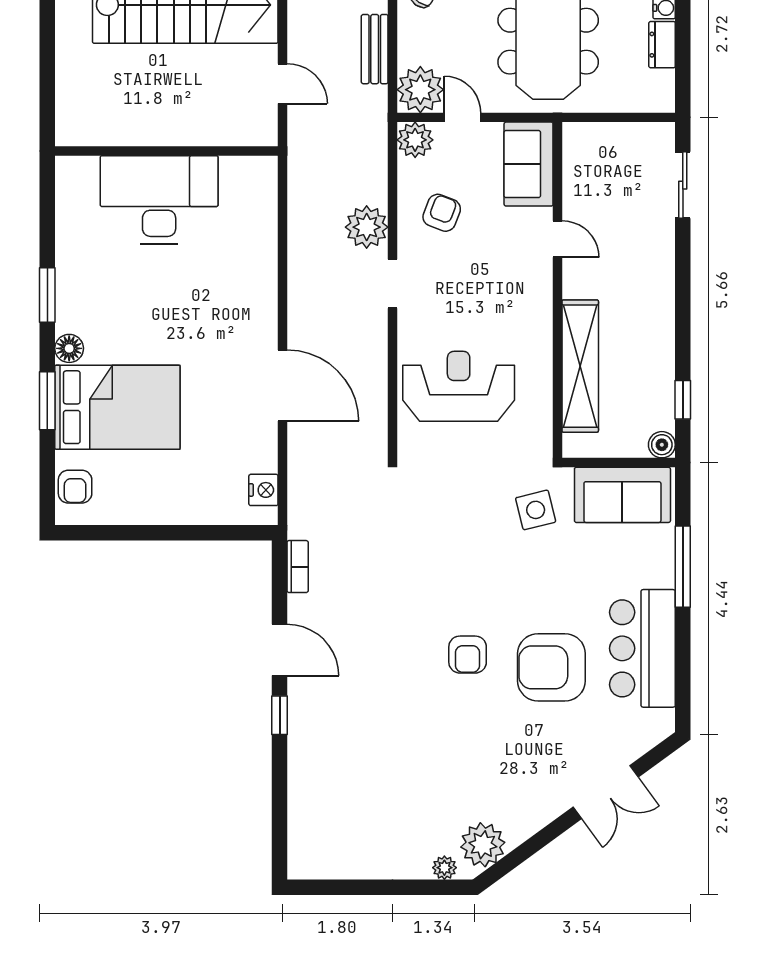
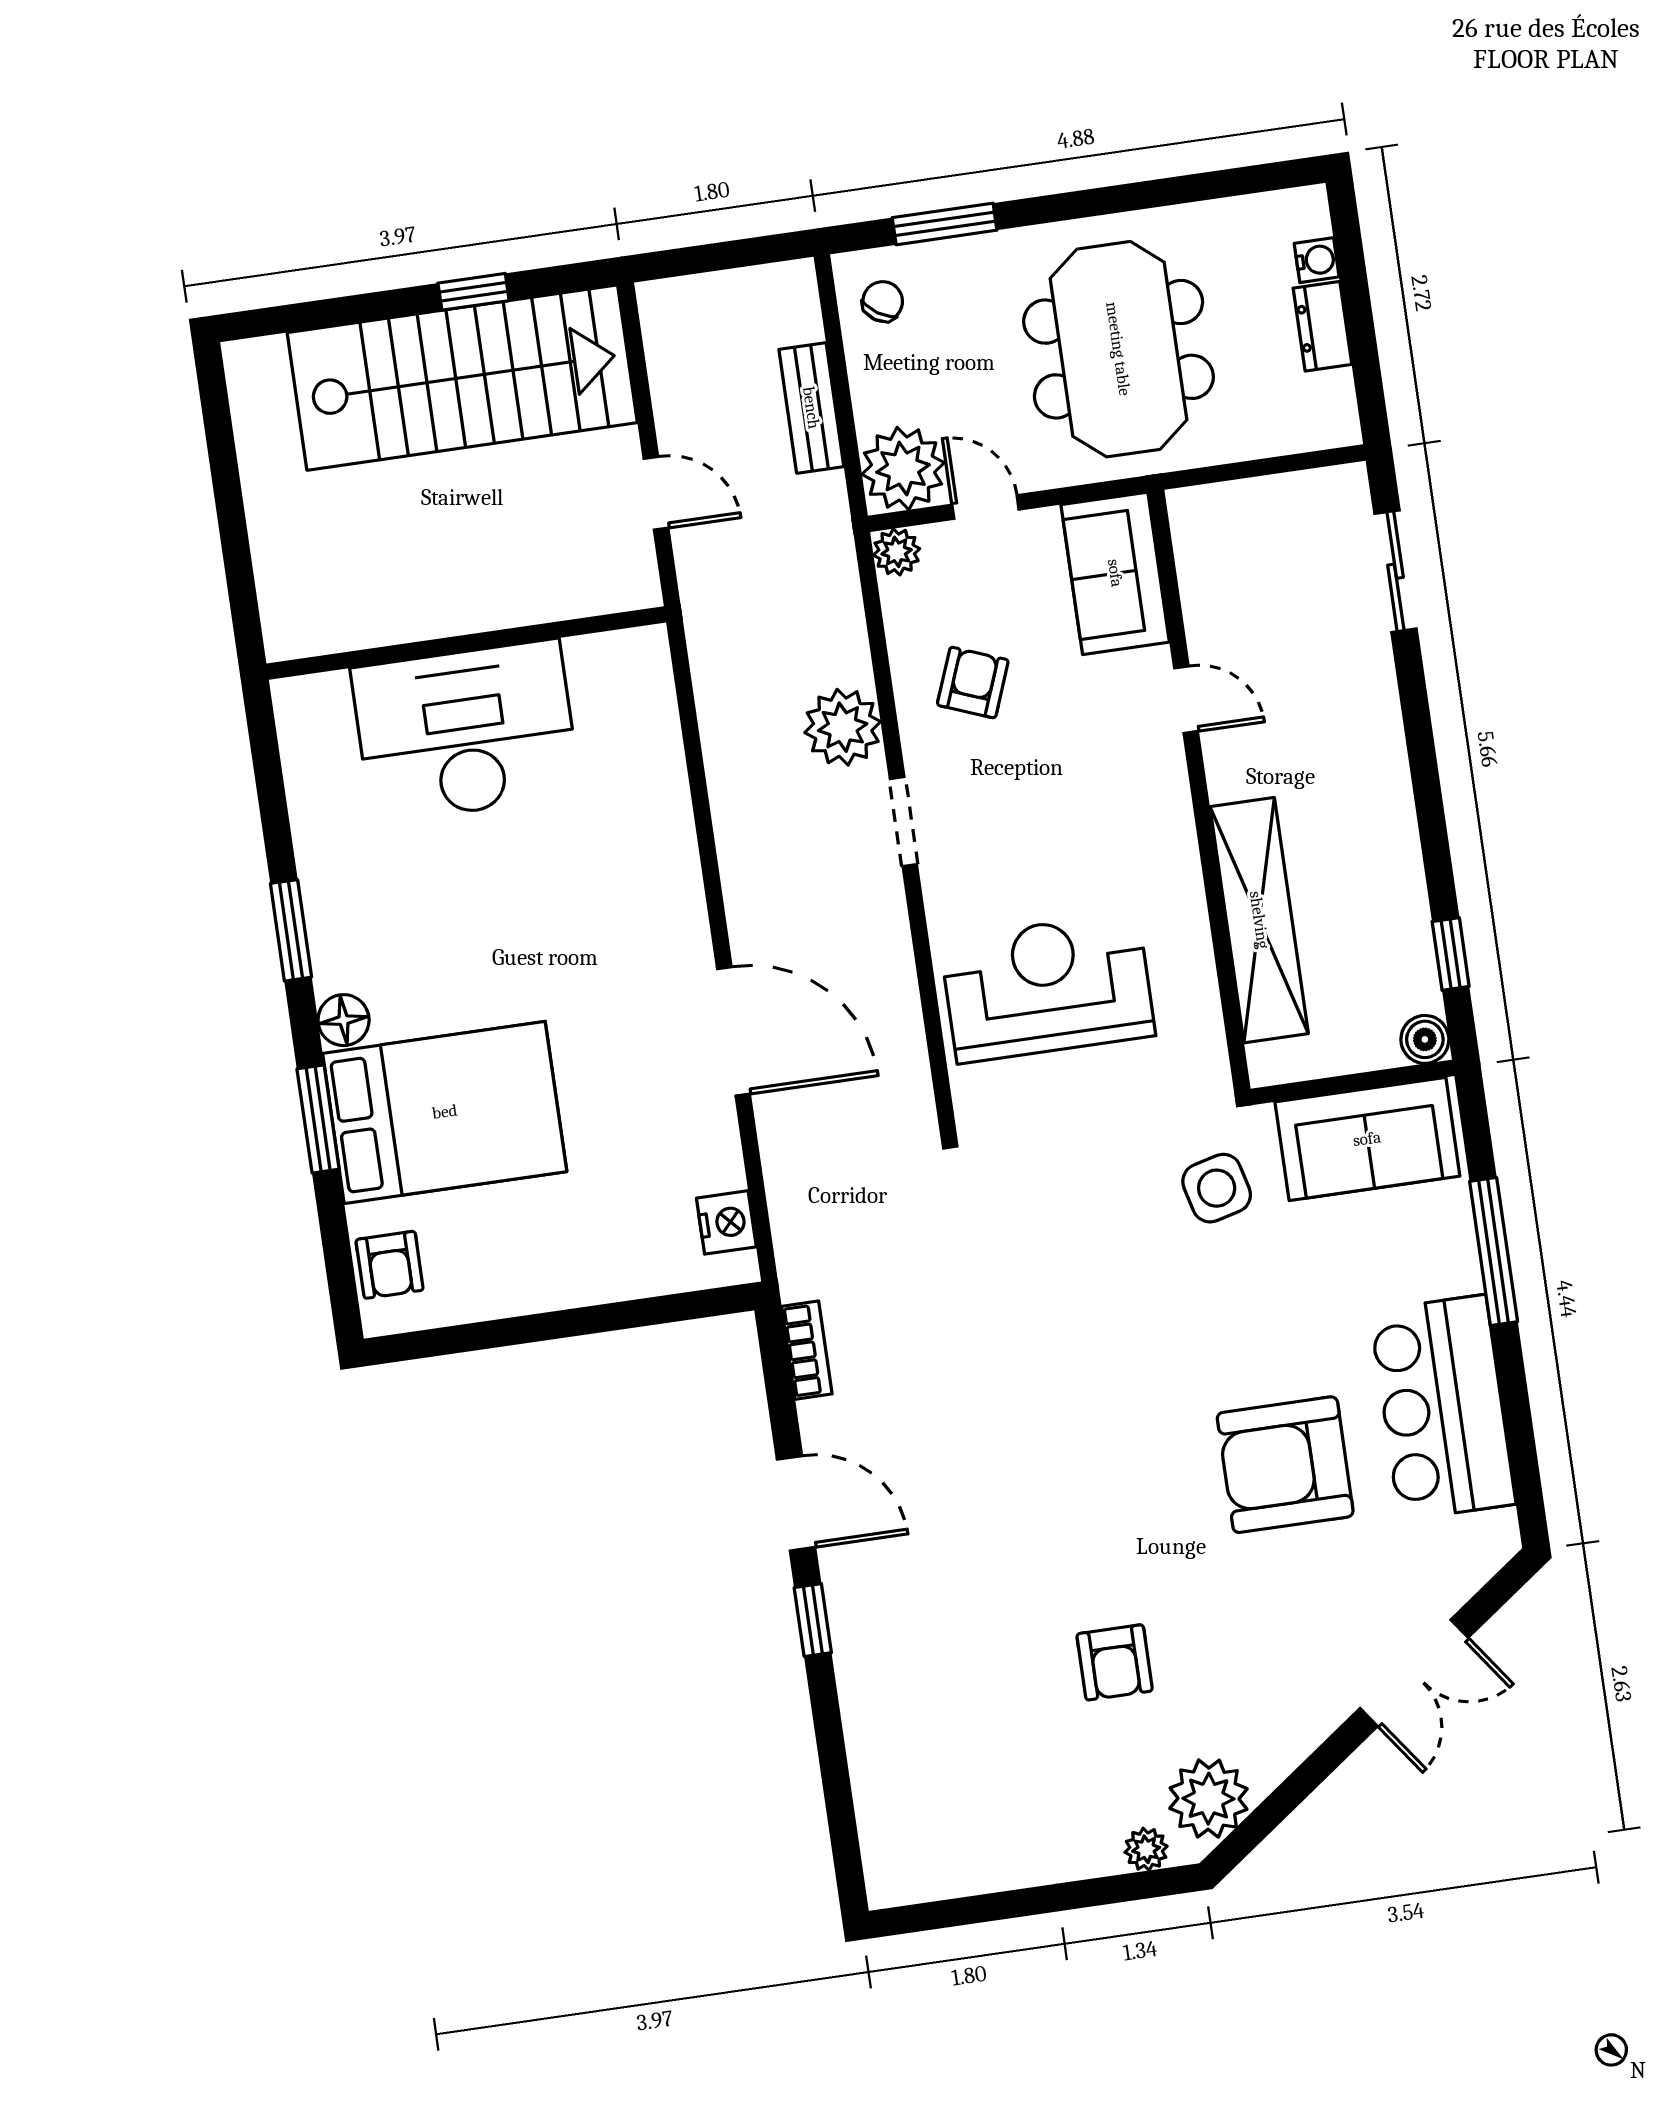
plant: (415, 140) -> (897, 552), width x0.73, depth x0.73
armchair: (468, 655) -> (1115, 1662), moved

